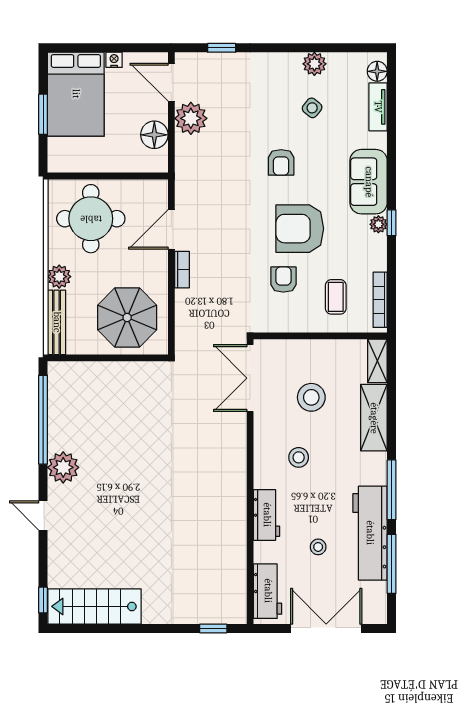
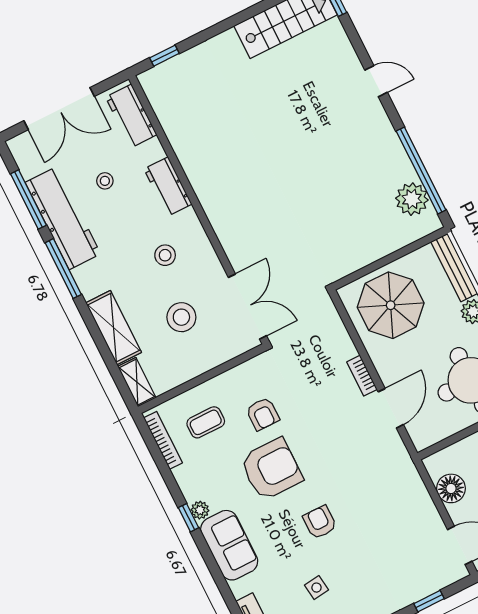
side table: (312, 108) -> (316, 588), turned 45
plant: (191, 118) -> (425, 521), removed
coffee table: (336, 297) -> (206, 422), turned 90
plant: (63, 467) -> (412, 199), moved

